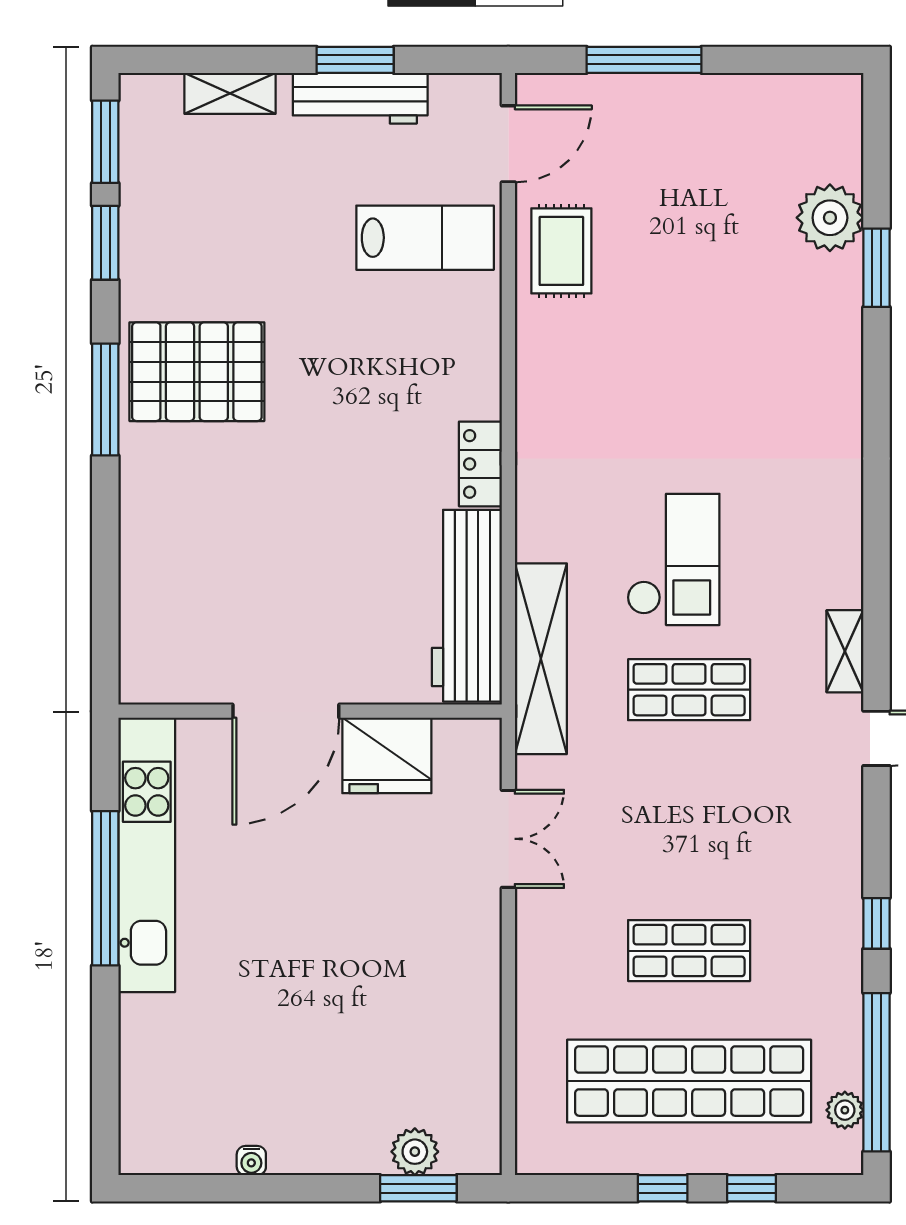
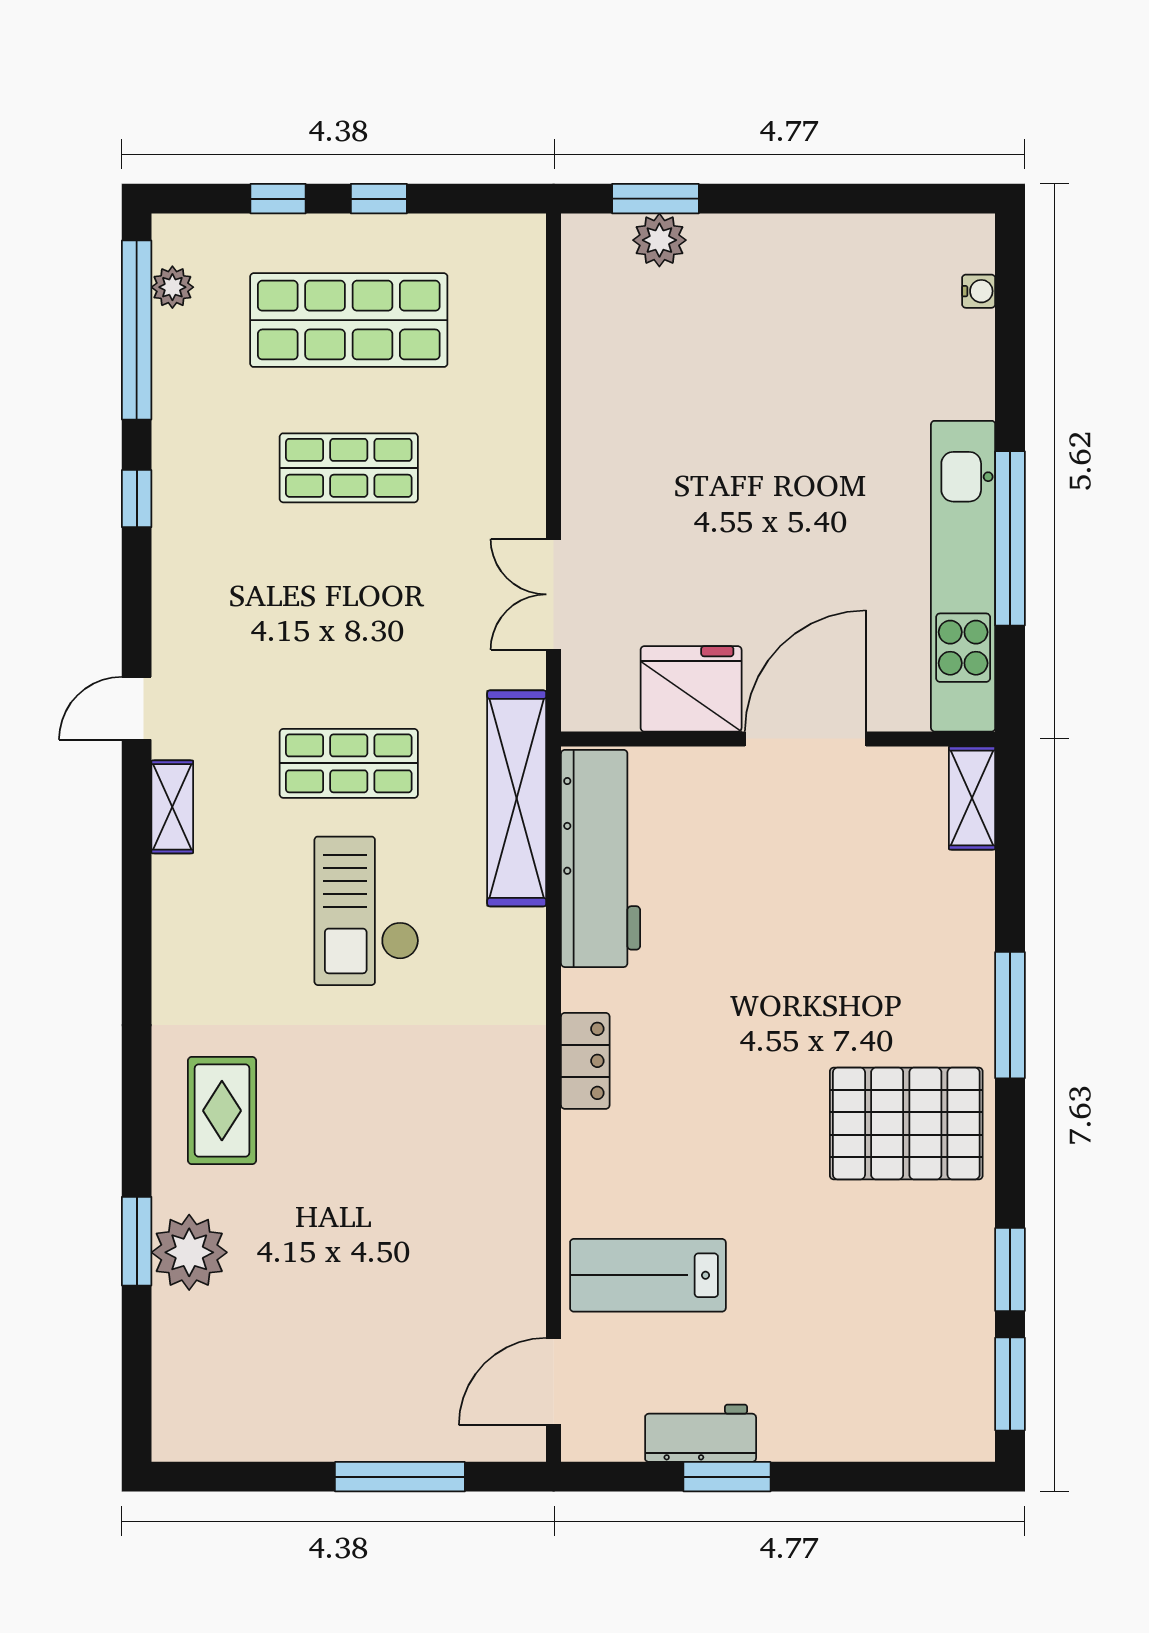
shelving: (230, 93) -> (972, 798), moved, turned 90
workbench: (360, 98) -> (701, 1433), width x0.73
plant: (830, 218) -> (189, 1252), moved
rug: (561, 251) -> (222, 1111), moved
window: (105, 399) -> (1010, 1015), moved
locker: (480, 464) -> (585, 1061), moved
shop shelf: (689, 1081) -> (349, 320), width x0.71
water cooler: (251, 1161) -> (979, 291), moved, turned 90

